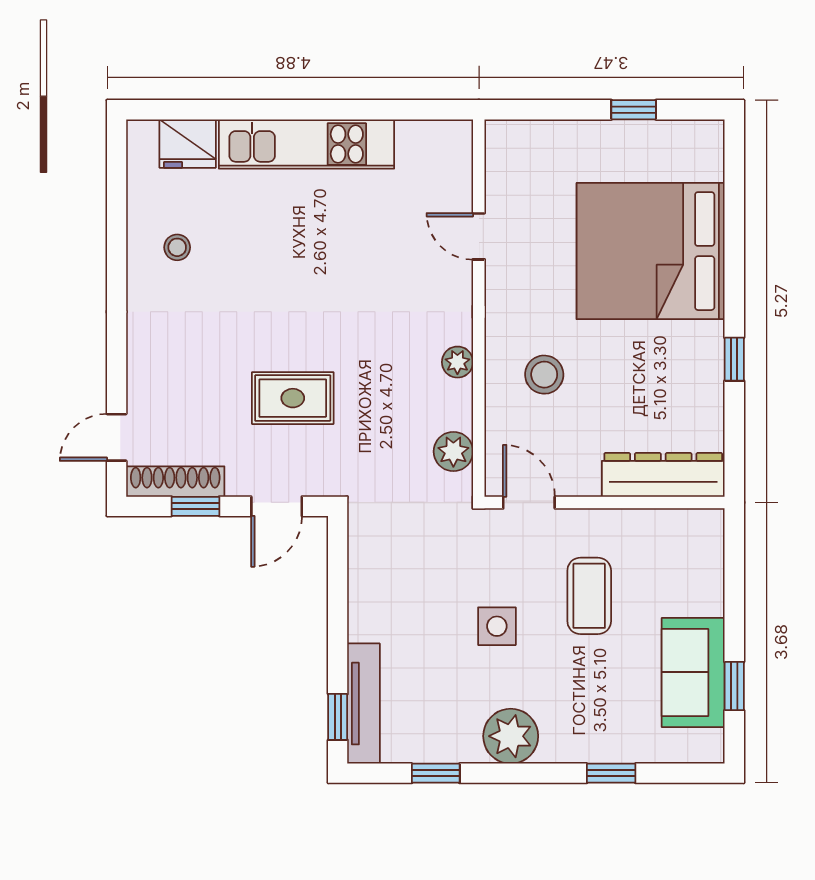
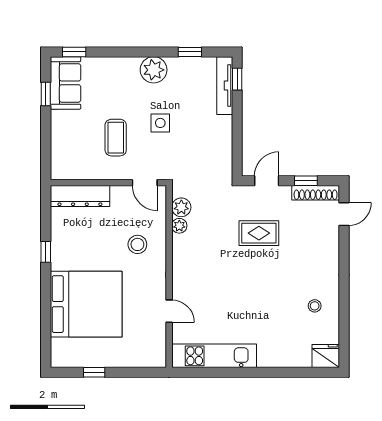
fridge: (188, 144) -> (326, 356), moved
kitchen unit: (307, 144) -> (214, 356), moved
plant: (457, 362) -> (179, 226), moved
sofa: (693, 672) -> (66, 83), moved
window: (611, 773) -> (74, 52), moved

